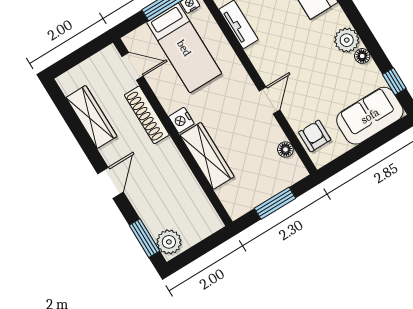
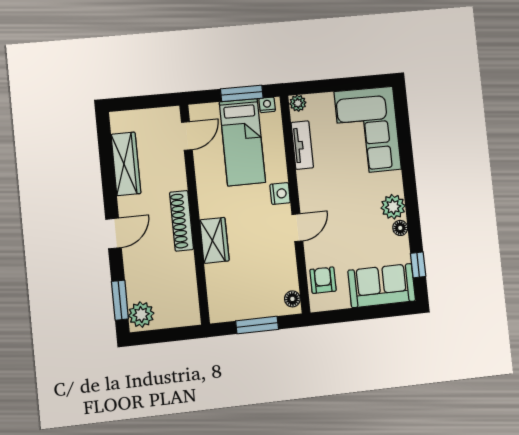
door: (133, 66) -> (187, 136), hinge flipped
shoe rack: (147, 115) -> (182, 221), moved
nightstand: (181, 120) -> (280, 194), moved, turned 180
floor lamp: (285, 149) -> (292, 299), moved
wardrobe: (207, 156) -> (214, 240), width x0.67

